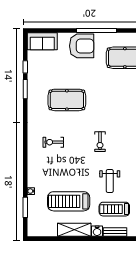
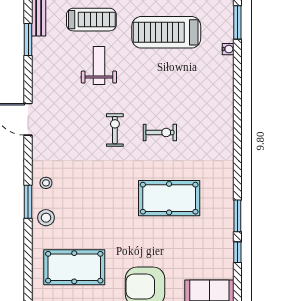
exercise bike: (53, 142) -> (160, 132), moved
treadmill: (69, 201) -> (166, 32), turned 180

